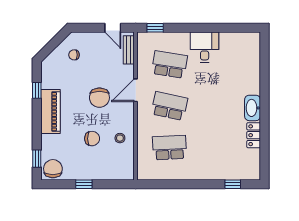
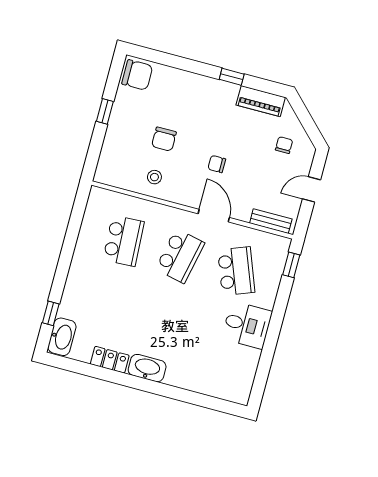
door: (113, 28) -> (312, 189), moved
school desk: (169, 65) -> (236, 271), turned -30
window: (37, 90) -> (232, 77), moved
chair: (99, 98) -> (217, 164), width x0.54, depth x0.54
piano: (50, 112) -> (261, 101), moved, width x0.73, depth x0.75
window: (37, 159) -> (157, 57), removed
washbasin: (247, 172) -> (62, 337), added

